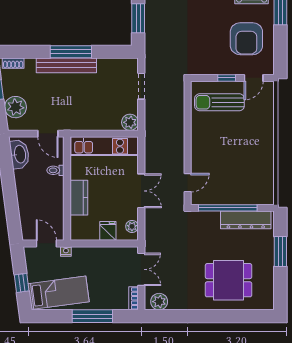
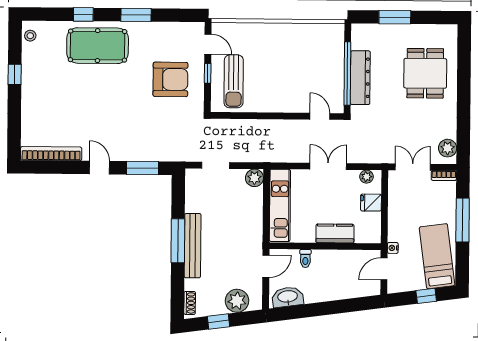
armchair: (246, 39) -> (170, 79), moved
dresser: (246, 220) -> (360, 78), moved

